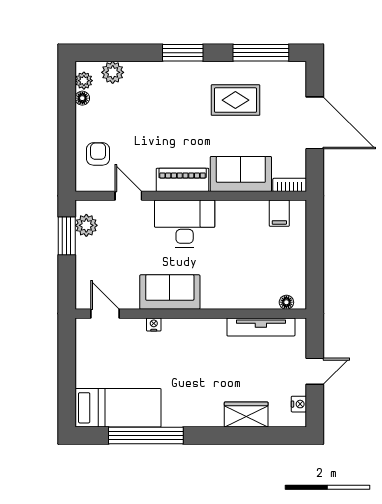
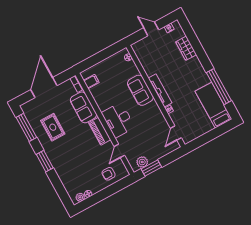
plant: (113, 72) -> (70, 187), removed
sofa: (170, 292) -> (140, 90), moved
tv unit: (261, 327) -> (160, 90), moved

